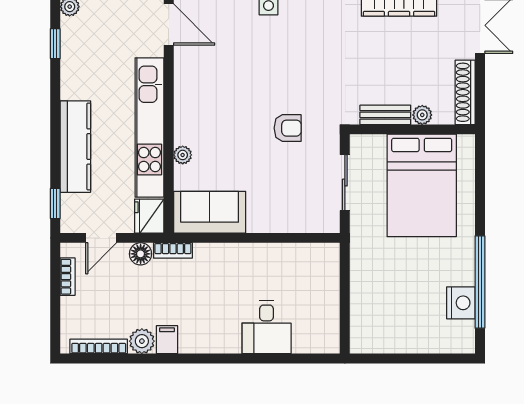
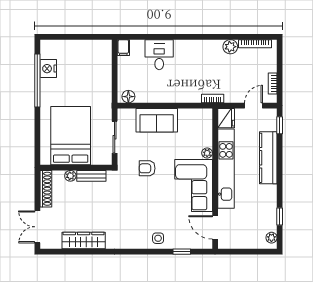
corner sofa: (206, 98) -> (194, 185), added
sofa: (210, 212) -> (157, 120), moved
floor lamp: (141, 254) -> (128, 97), moved
filing cabinet: (167, 340) -> (123, 48), moved

